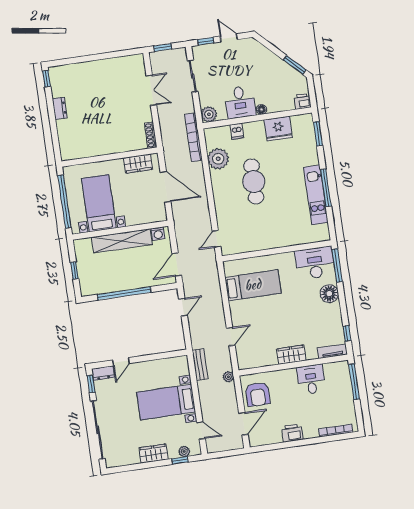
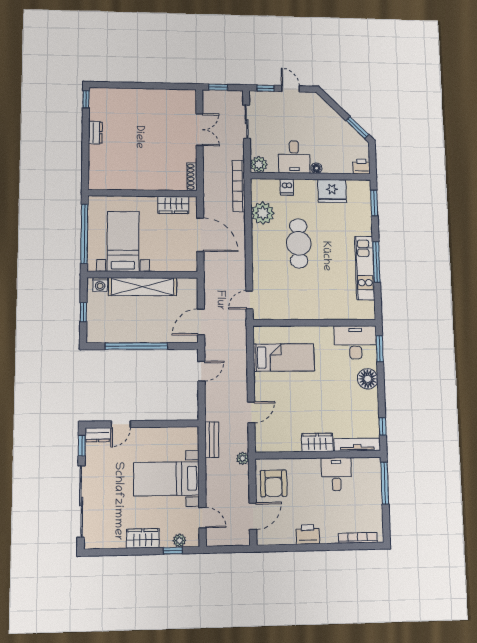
washing machine: (158, 234) -> (100, 284), moved
window: (337, 265) -> (380, 349), width x0.69
tv unit: (332, 351) -> (357, 445), width x1.41

